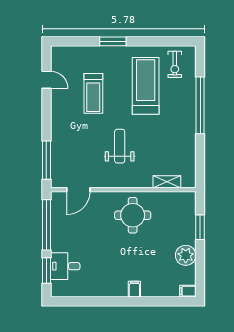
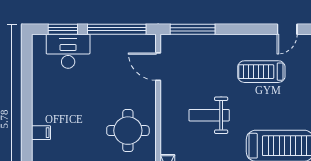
treadmill: (93, 93) -> (261, 72), moved
weight bench: (120, 146) -> (209, 115), turned 180
desk: (65, 266) -> (68, 51), width x1.37

